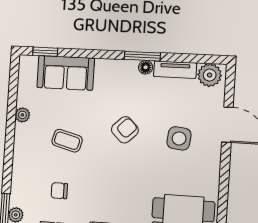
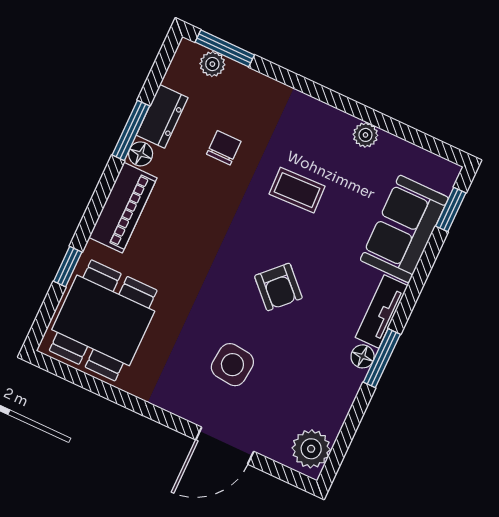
tv unit: (175, 70) -> (382, 312), moved
coffee table: (67, 141) -> (297, 190), turned 73

